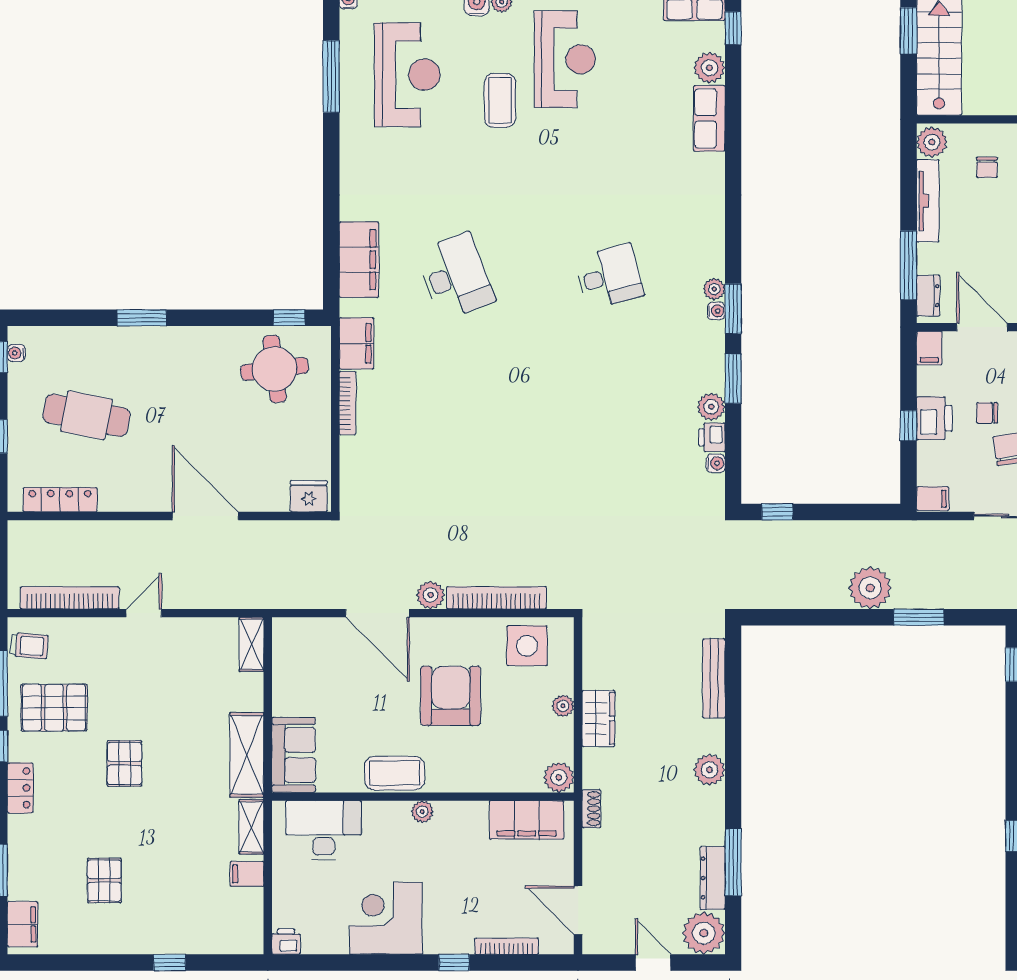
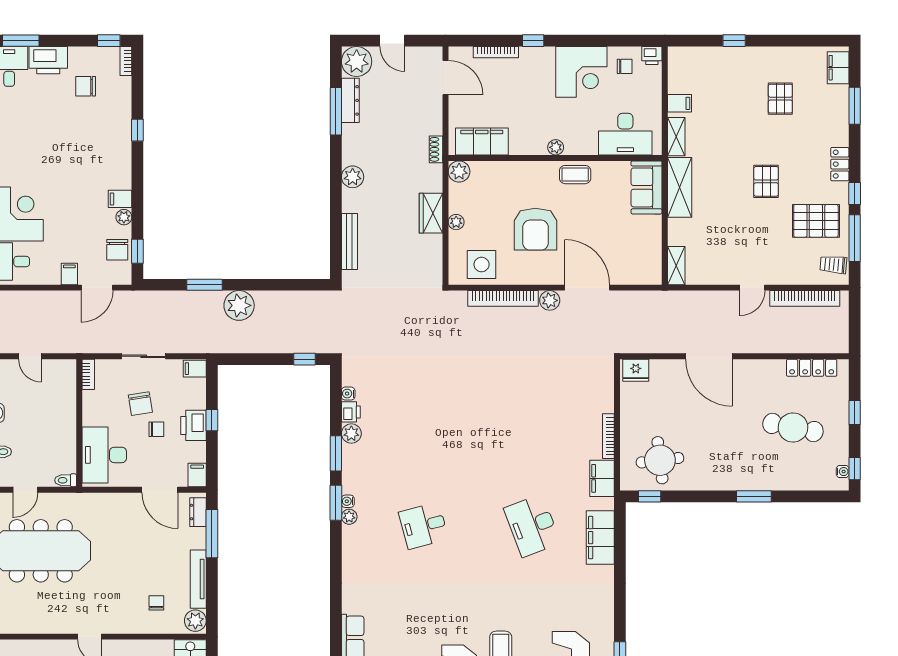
coffee table: (395, 773) -> (575, 175), width x0.73, depth x0.77
chair: (325, 926) -> (625, 66), added

